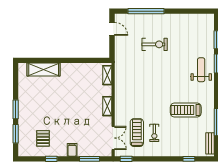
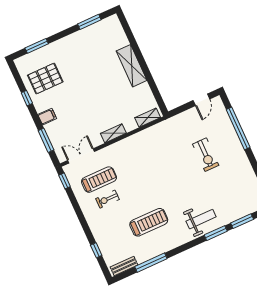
shelving: (44, 69) -> (132, 66), moved
window: (16, 109) -> (89, 22), moved
treadmill: (186, 110) -> (149, 222), turned 90
pallet: (43, 138) -> (45, 79), width x1.50, depth x1.42
double door: (113, 138) -> (81, 156), swing flipped

